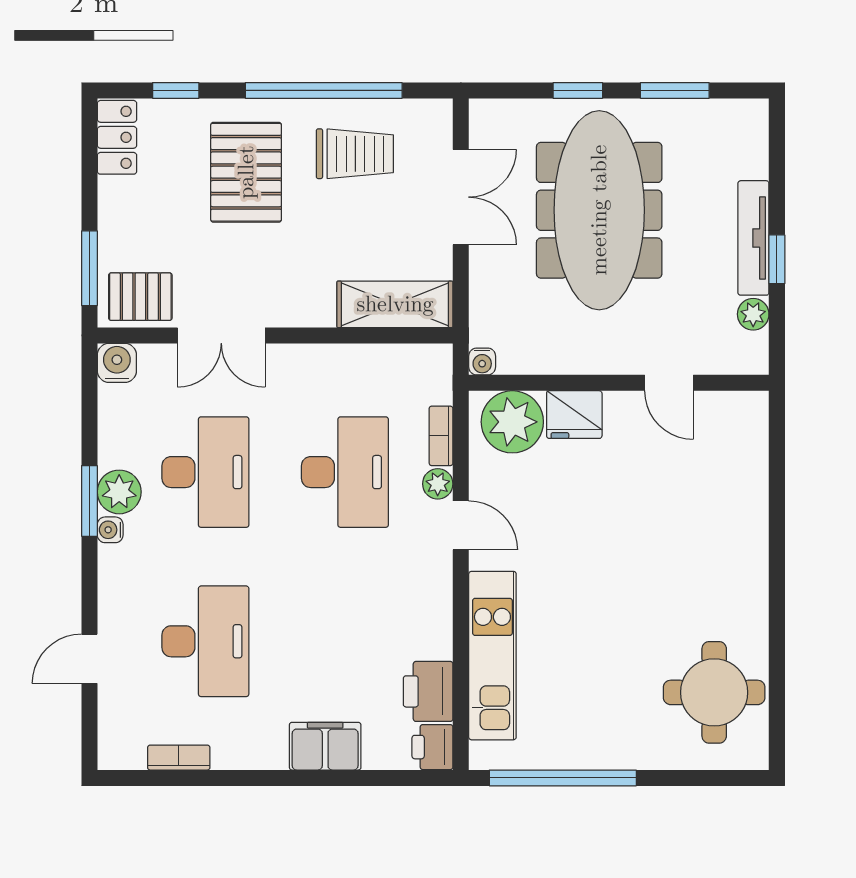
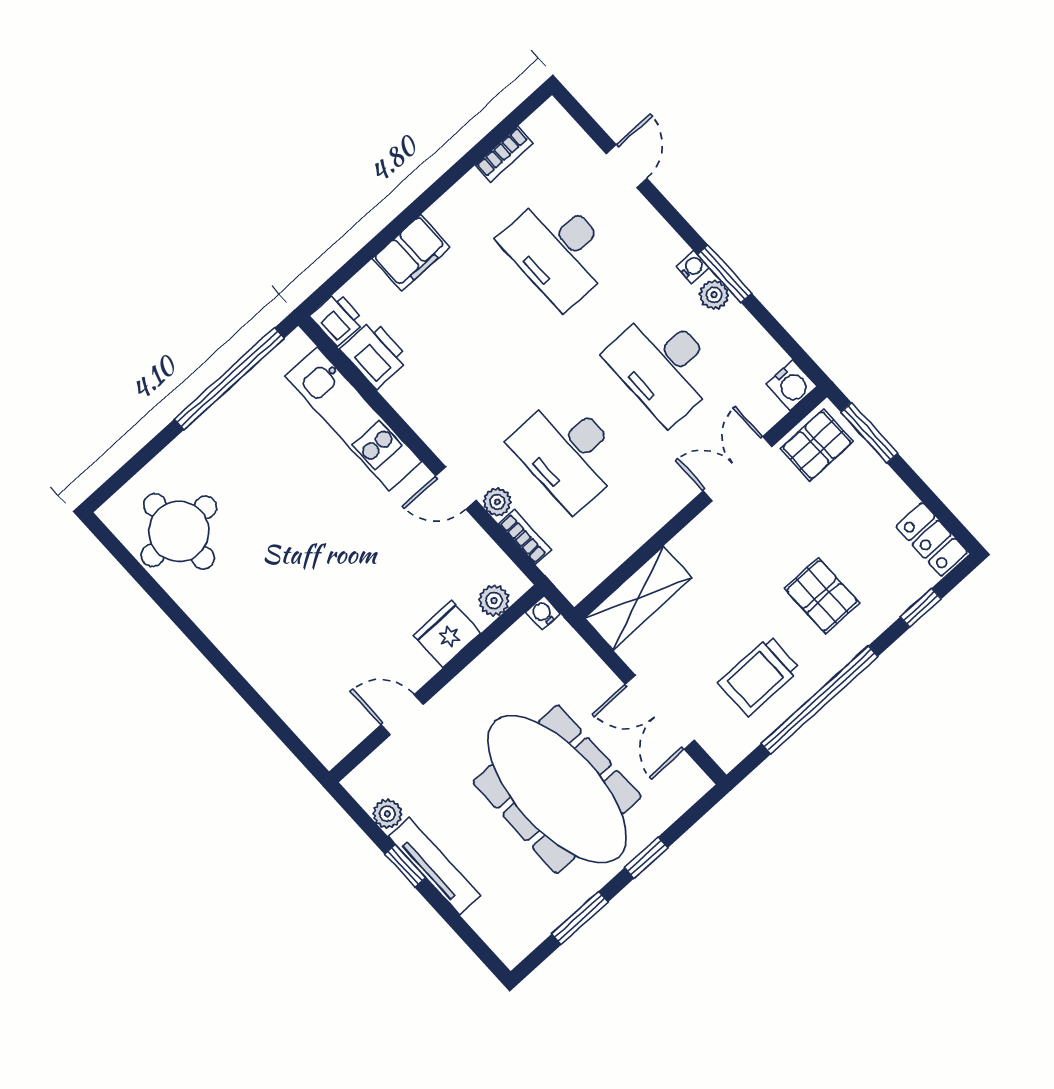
pallet: (246, 172) -> (822, 596), width x0.67, depth x0.71
plant: (512, 422) -> (494, 601), width x0.53, depth x0.53
plant: (119, 492) -> (714, 295), width x0.73, depth x0.73

